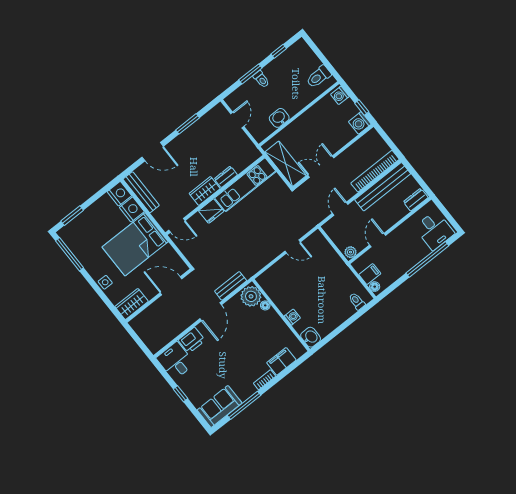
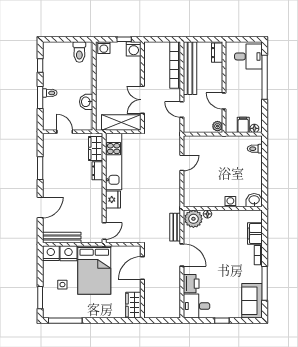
wardrobe: (205, 191) -> (96, 148), moved
side table: (105, 282) -> (62, 285), moved

